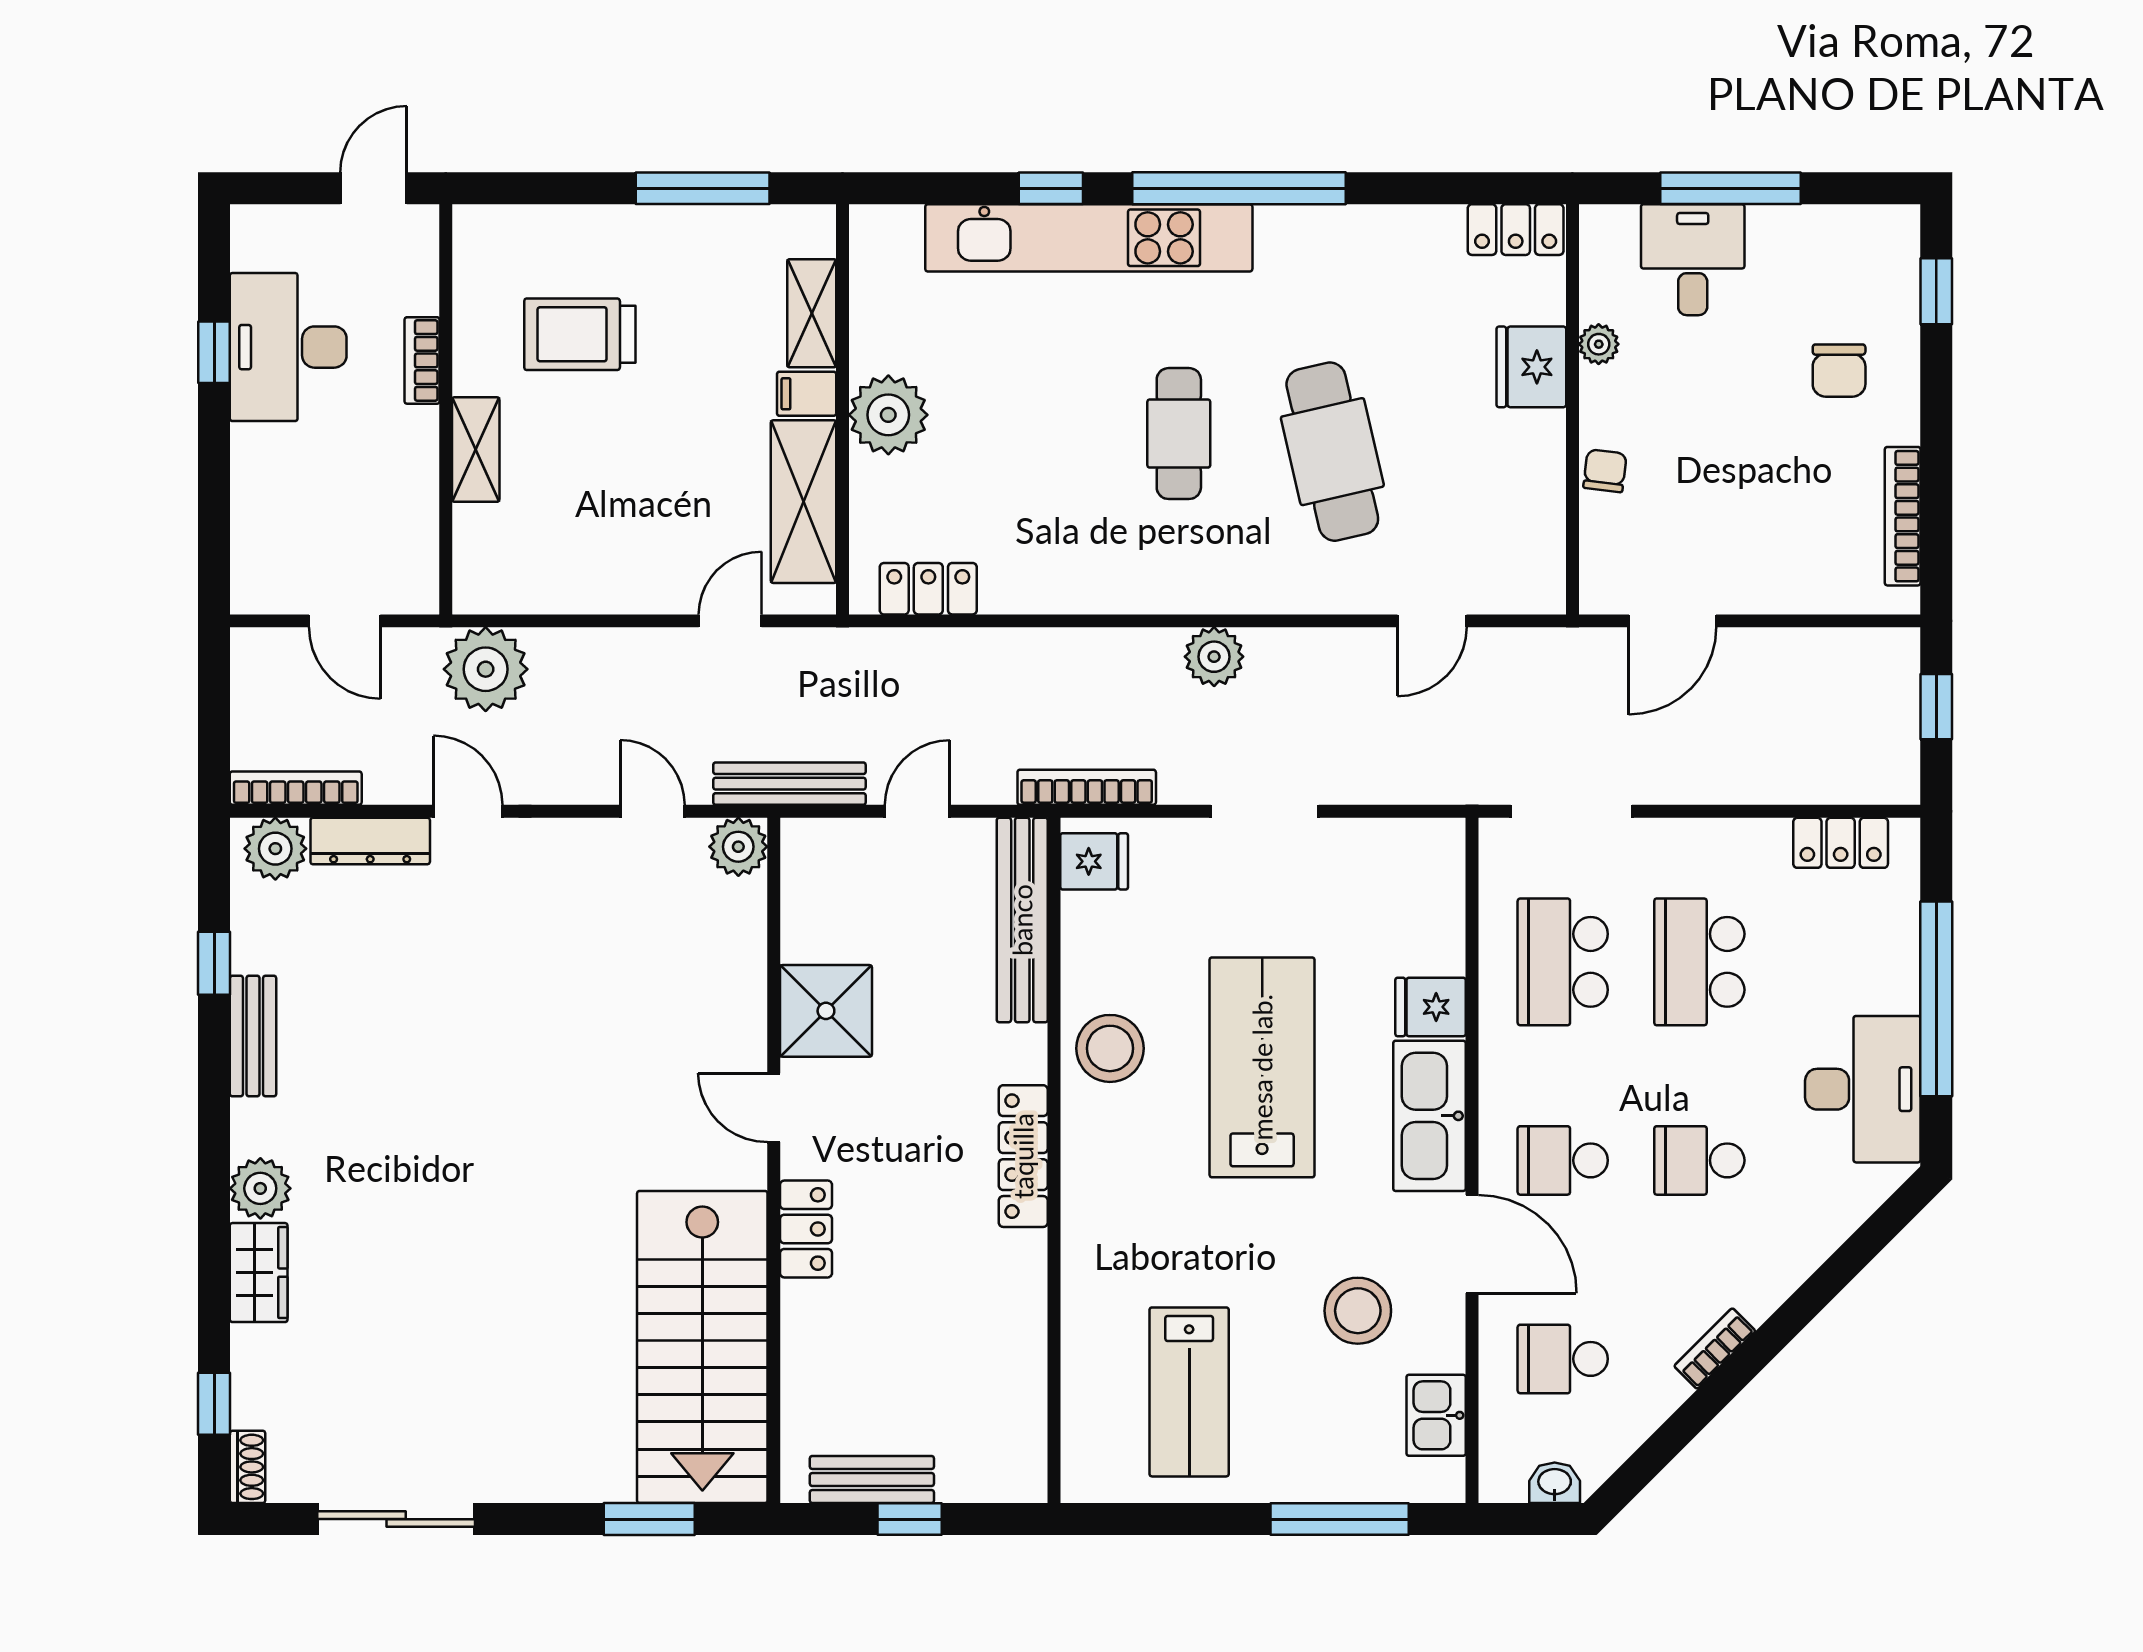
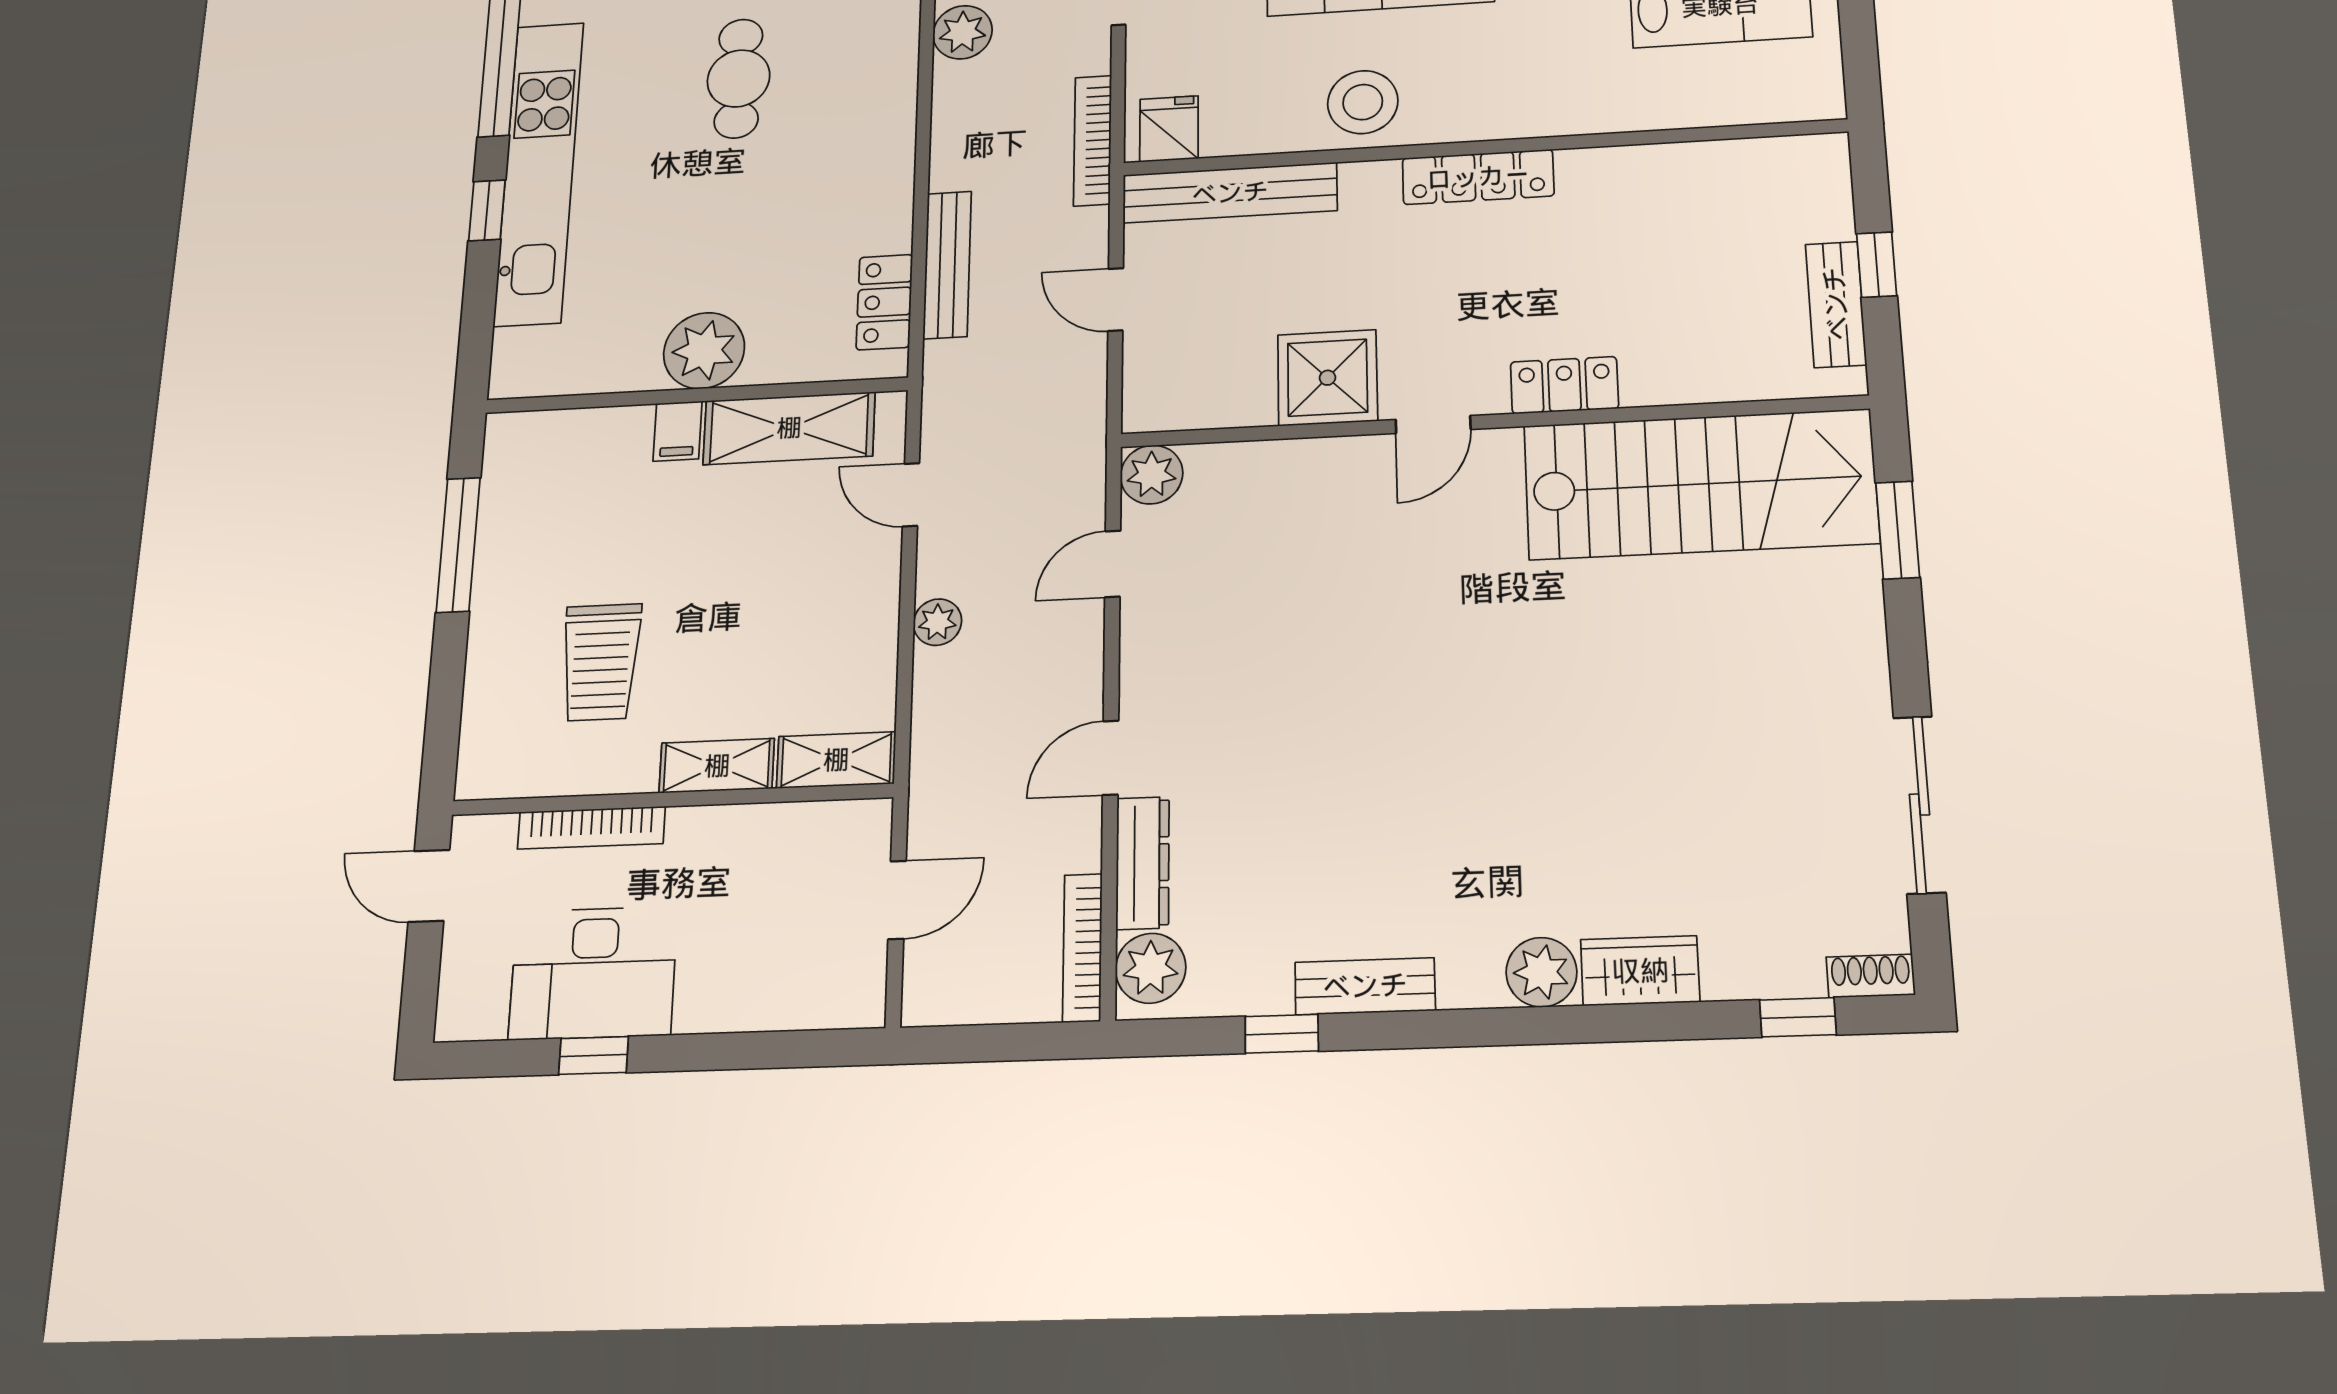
shelving: (812, 313) -> (836, 760), moved
bookcase: (422, 360) -> (591, 828), width x1.56
cafe table: (1179, 434) -> (739, 79), turned 90
plant: (486, 669) -> (937, 622), moved, width x0.53, depth x0.53
bench: (789, 784) -> (947, 265), moved

